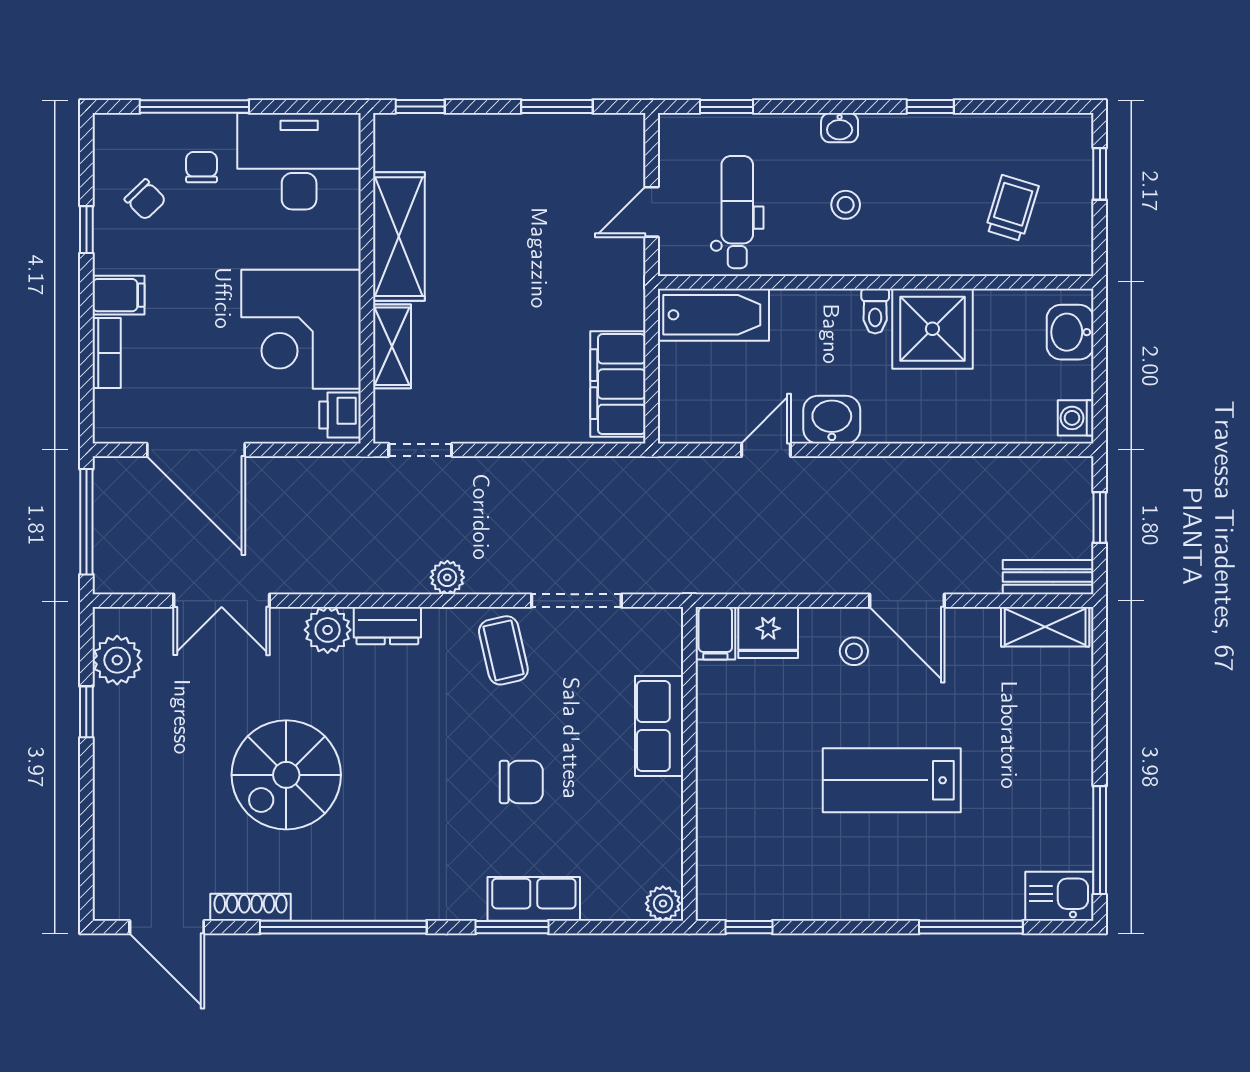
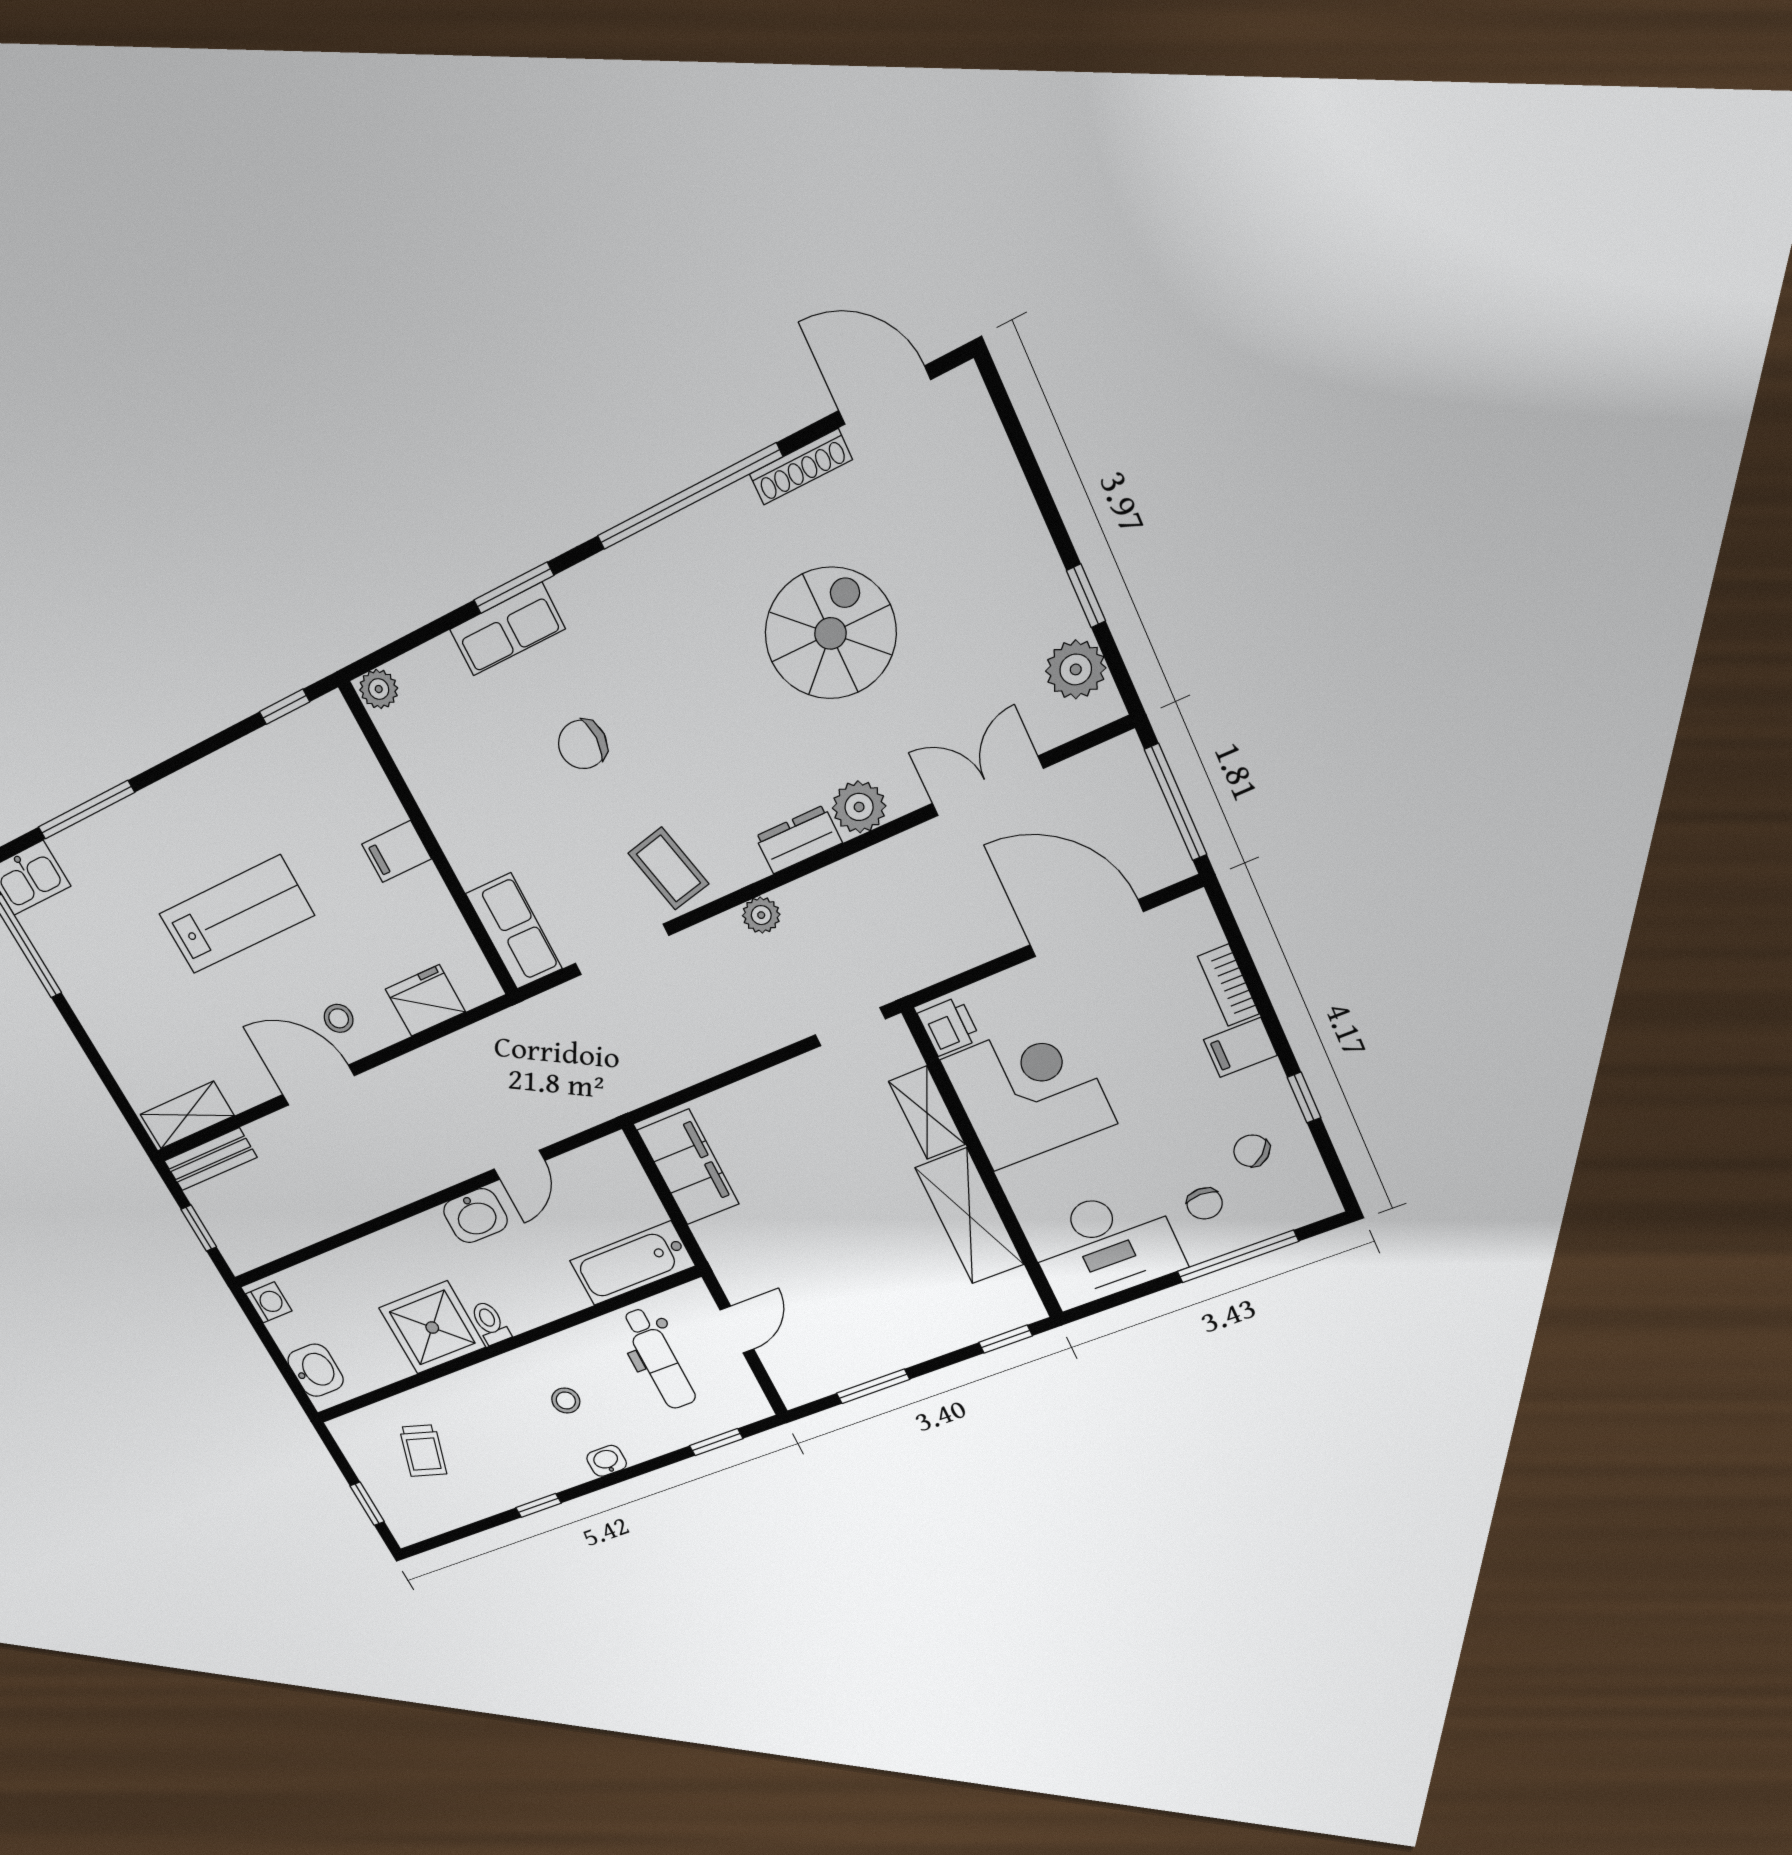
filing cabinet: (715, 633) -> (397, 852), moved, turned -90
row of seats: (659, 726) -> (514, 931), moved

